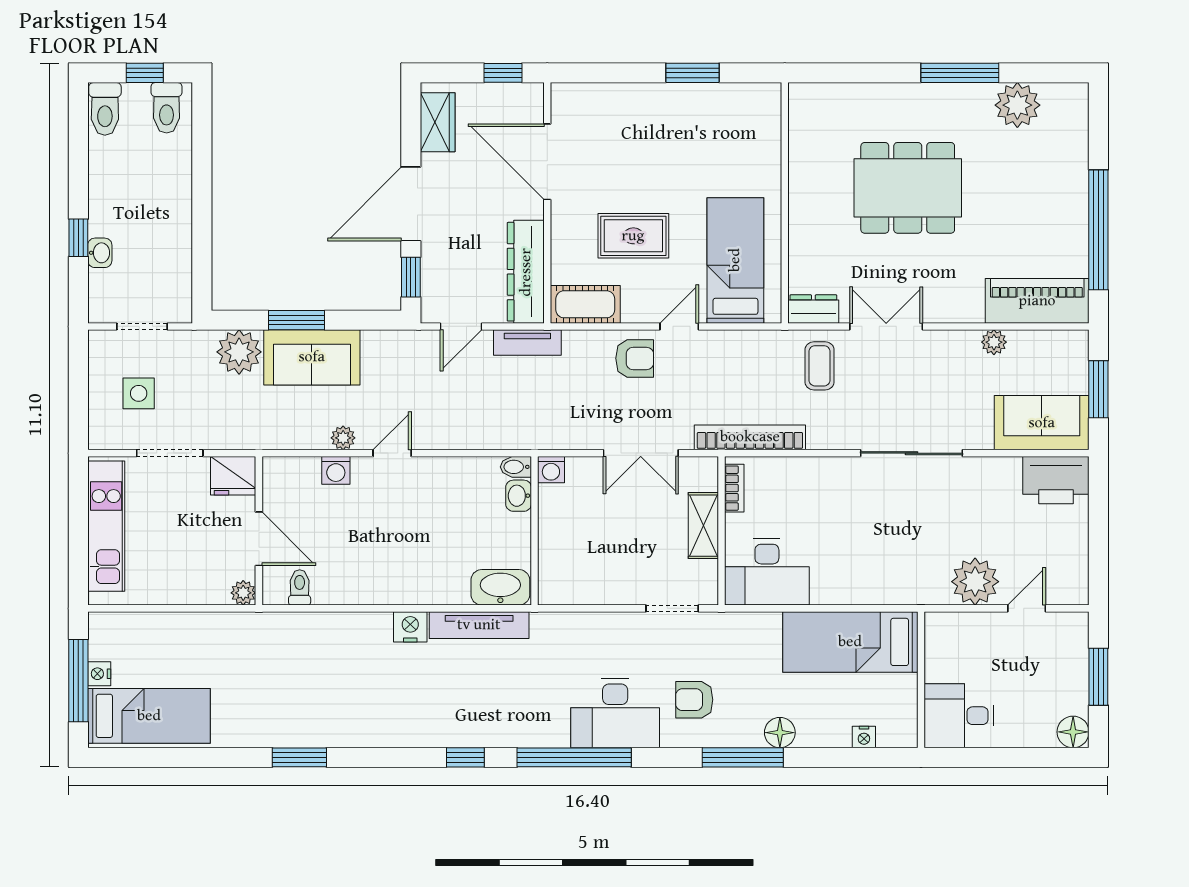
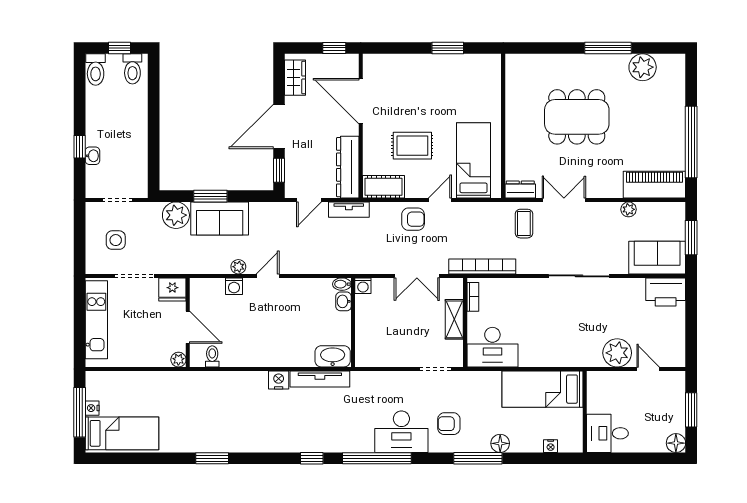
door: (1027, 608) -> (648, 369), hinge flipped

